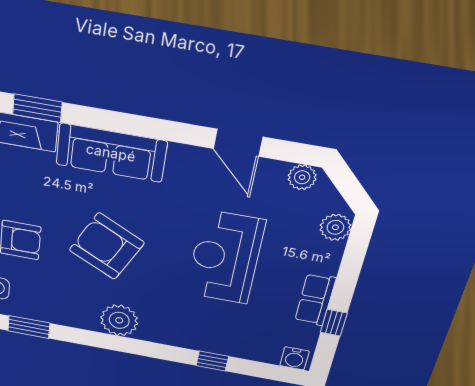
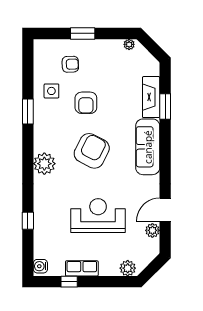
plant: (302, 177) -> (152, 230), moved

